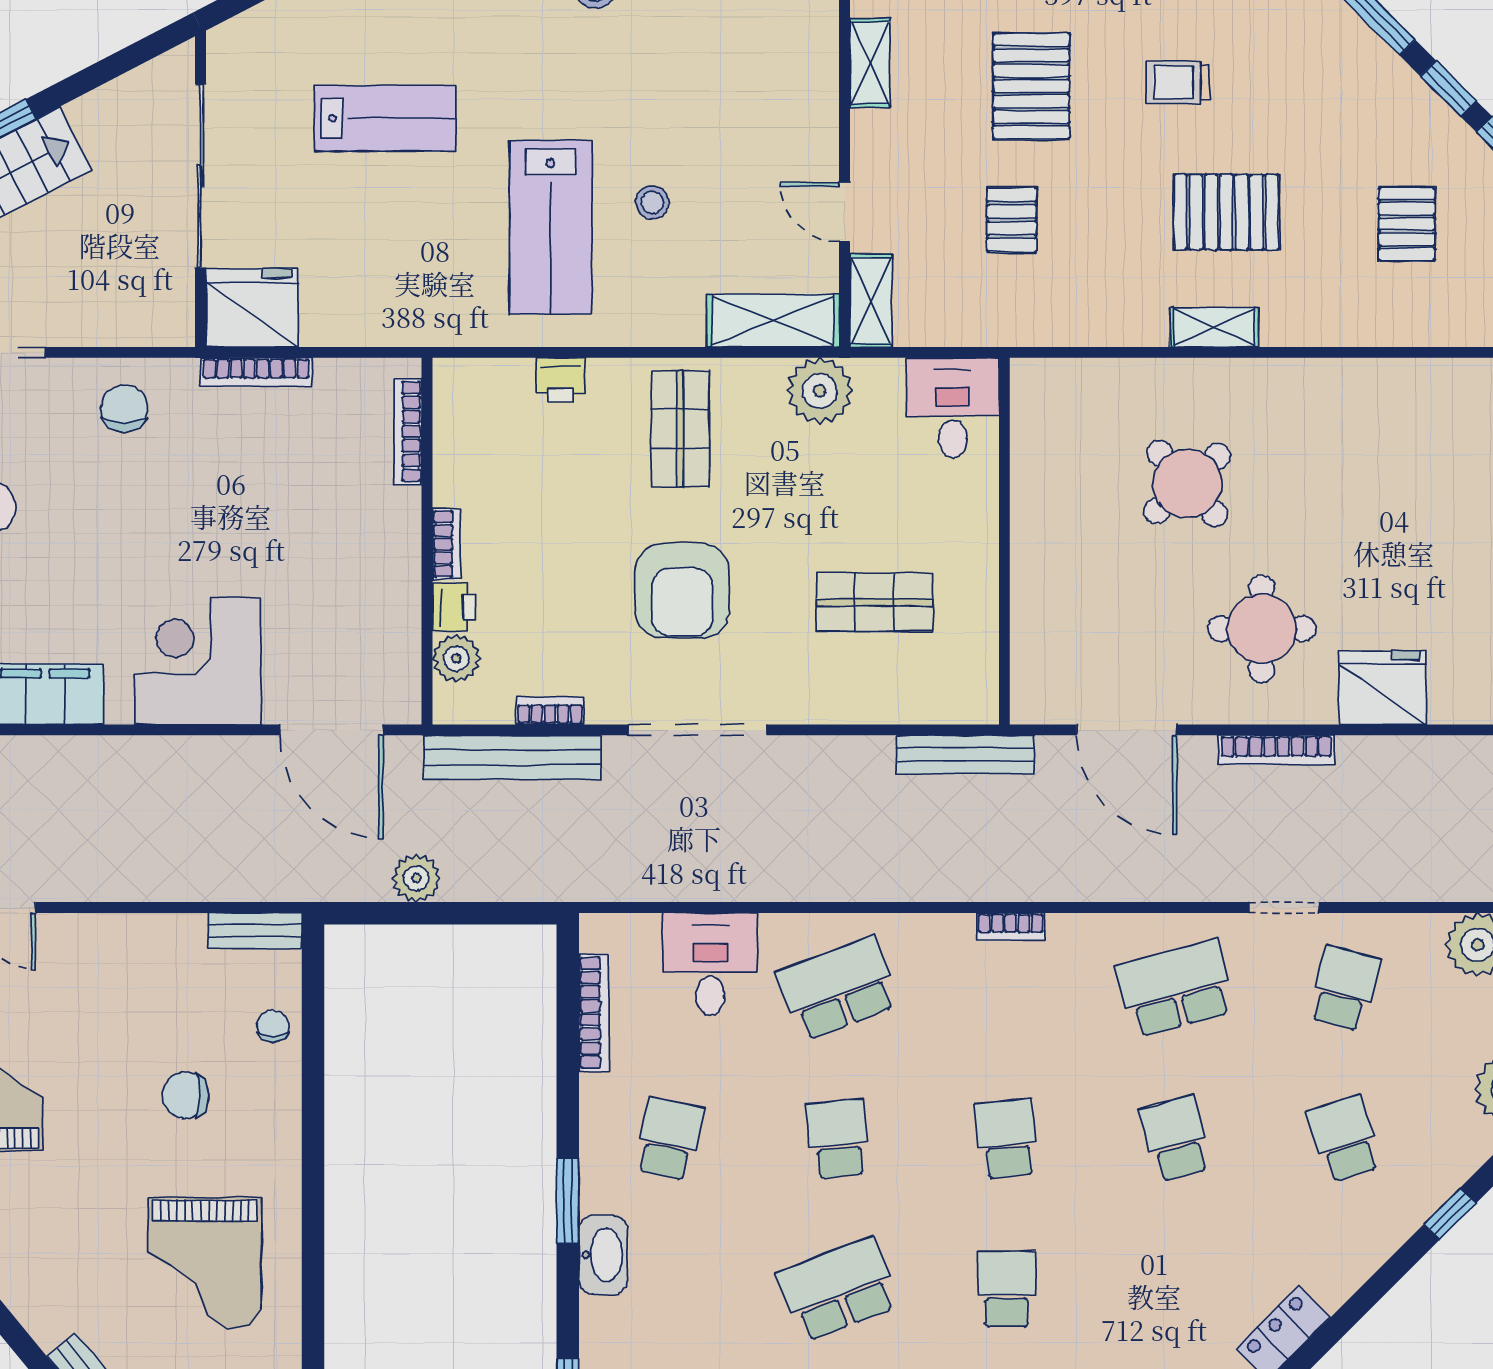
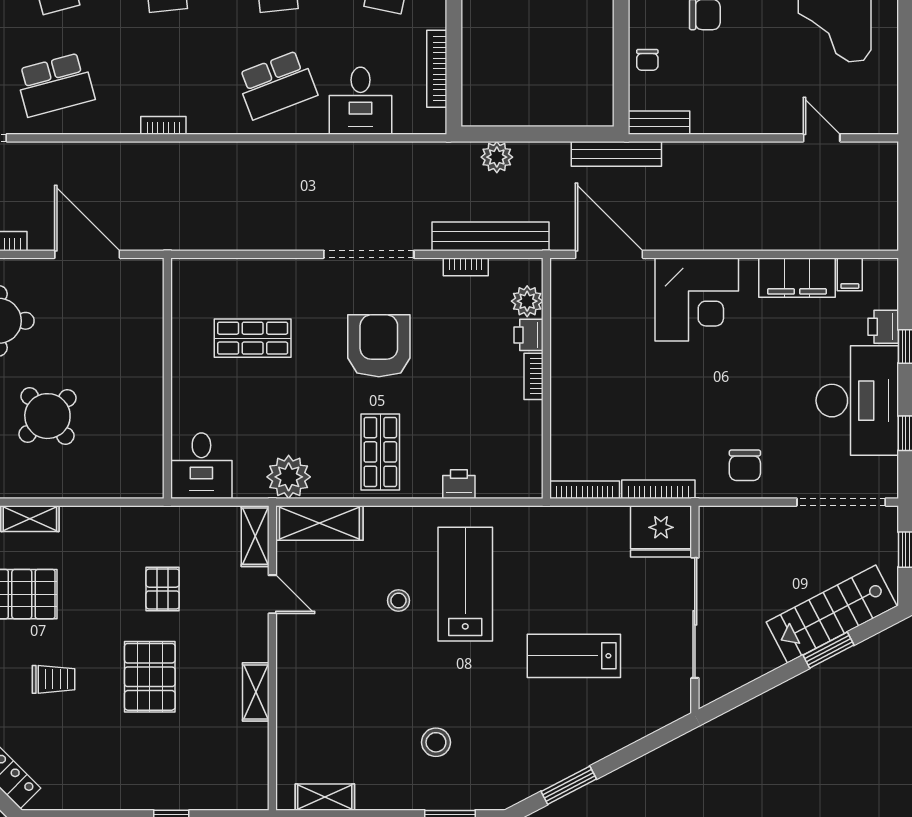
bookcase: (408, 431) -> (585, 490), moved, turned -90
bench: (966, 754) -> (616, 154), moved
plant: (416, 878) -> (497, 157), moved

